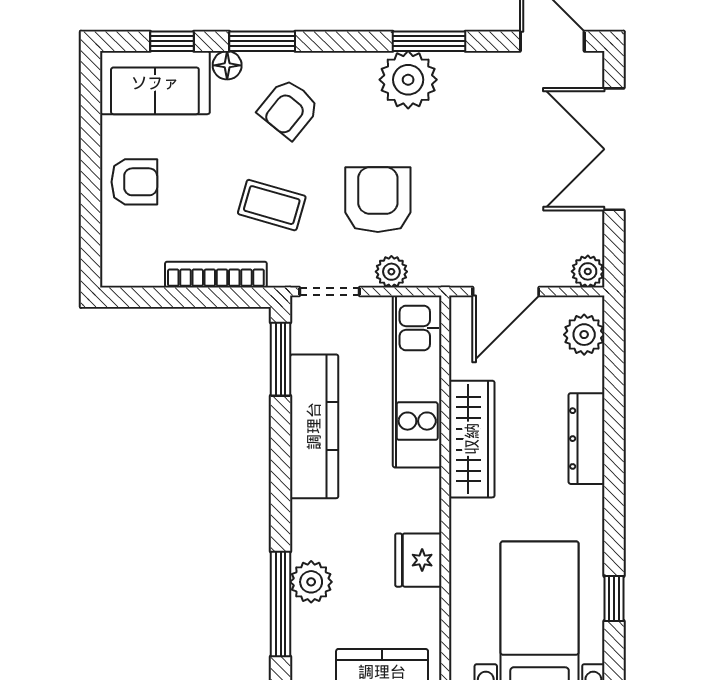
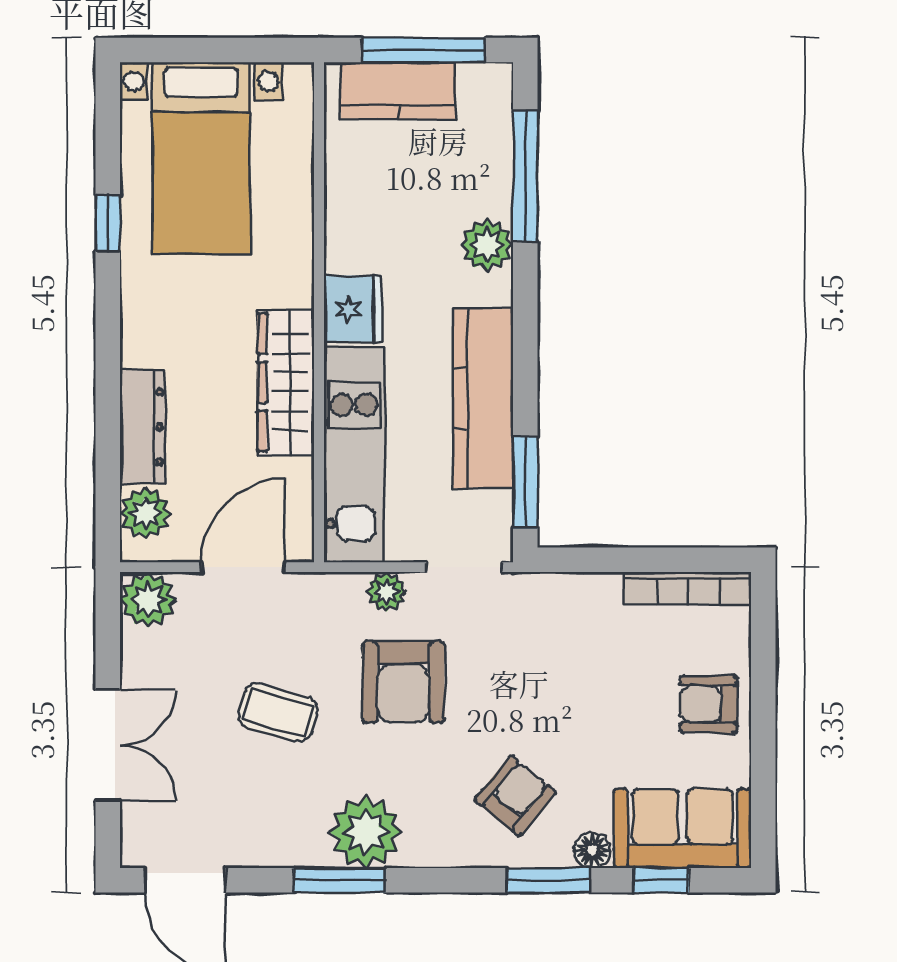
double door: (614, 149) -> (108, 745), width x0.73
coffee table: (272, 205) -> (278, 713), moved
plant: (588, 271) -> (148, 600), width x1.38, depth x1.38
bookcase: (216, 275) -> (688, 588), moved
dresser: (587, 439) -> (142, 427), moved
fridge: (418, 560) -> (353, 309), moved
plant: (311, 582) -> (487, 245), moved
window: (614, 599) -> (108, 223), moved

